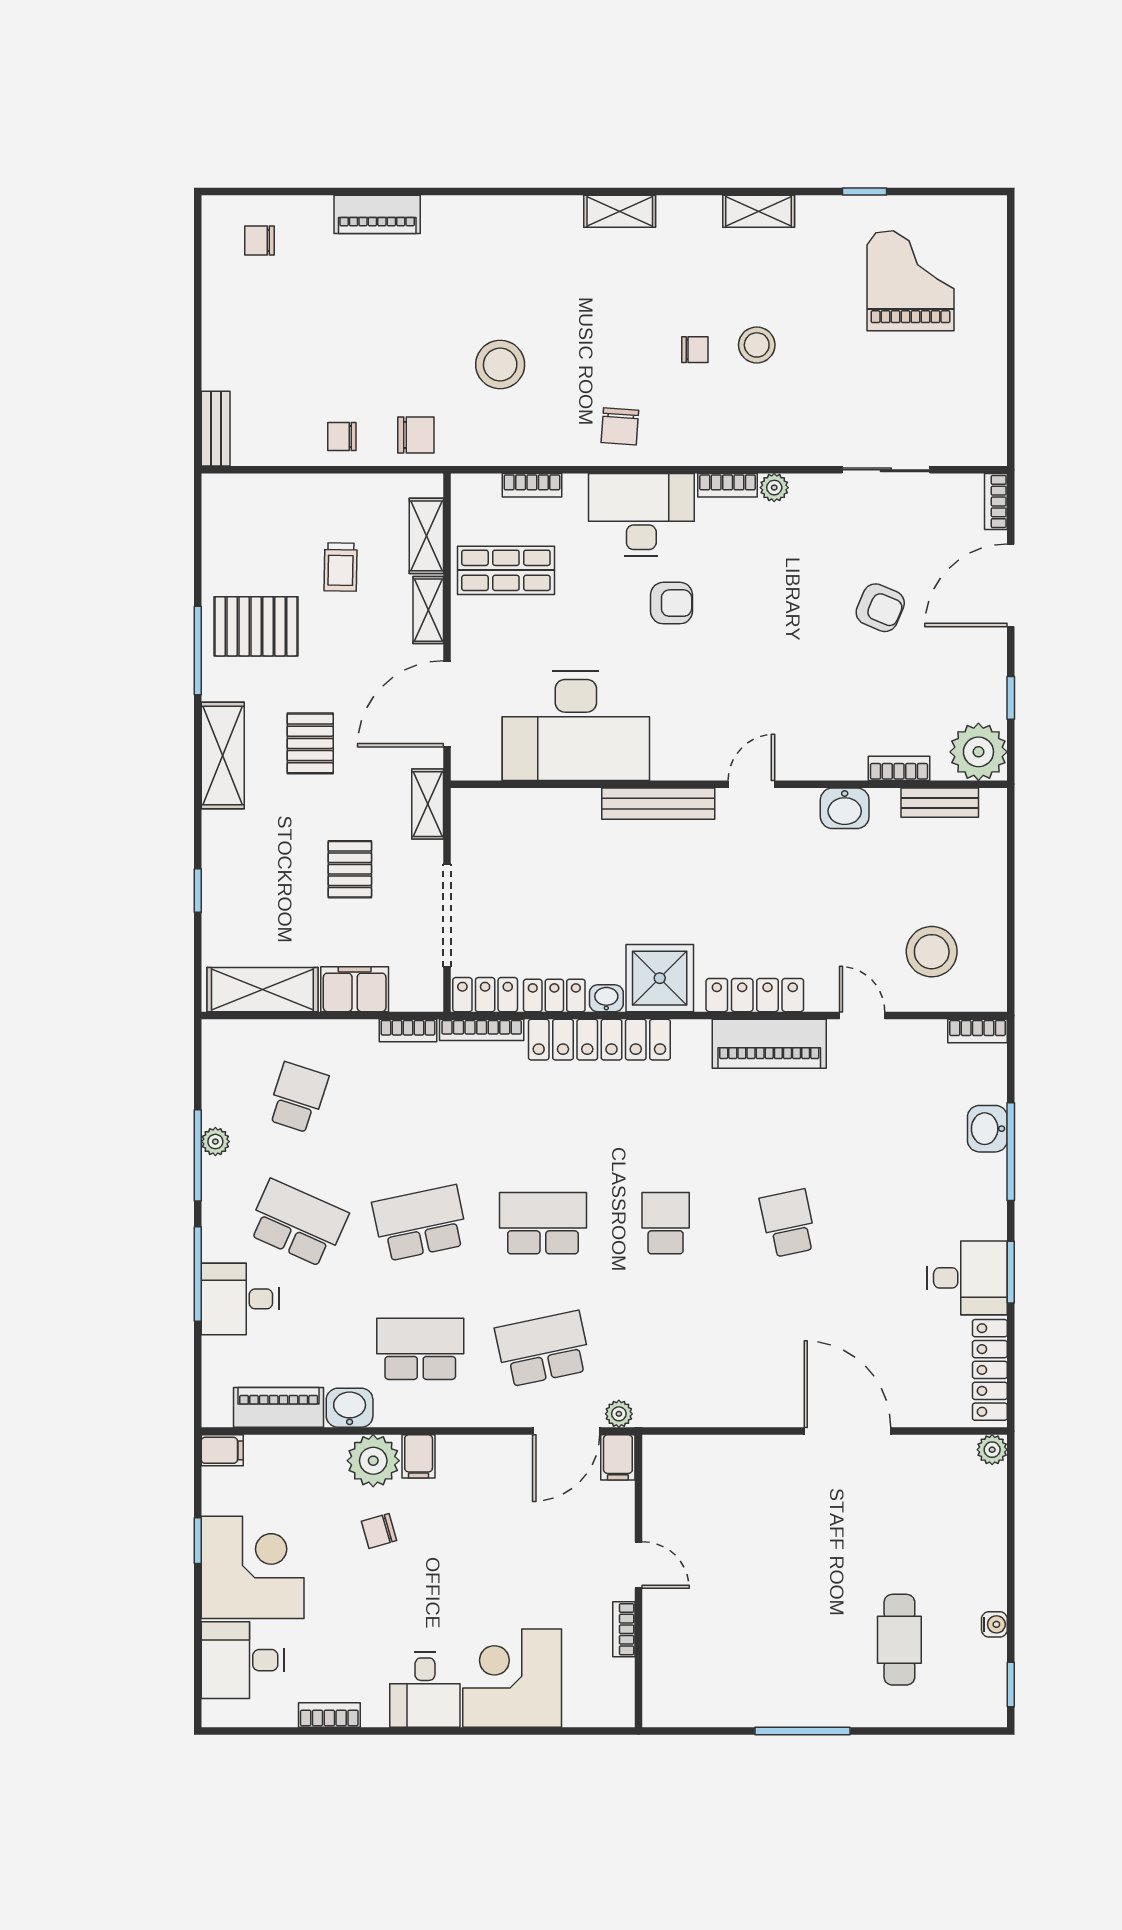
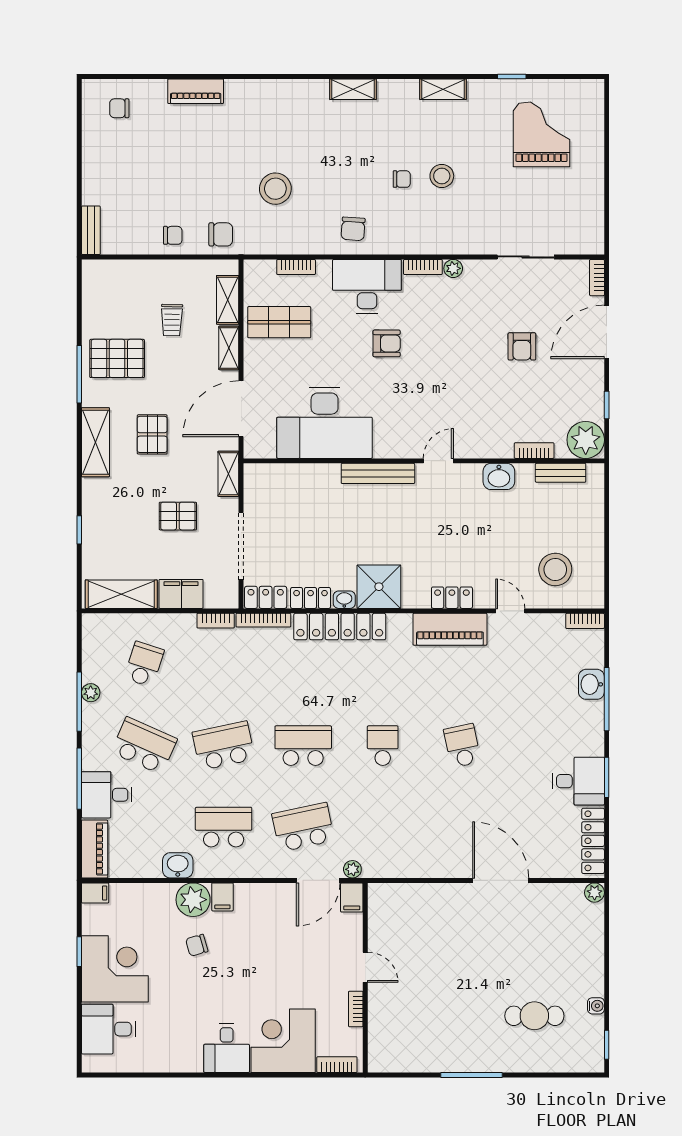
chair: (342, 437) -> (173, 235), turned 180
armchair: (880, 608) -> (522, 346), turned 67
pallet: (350, 869) -> (178, 516), turned 90
locker: (755, 995) -> (452, 598), width x0.66
piano: (279, 1407) -> (95, 849), moved, turned 90
cafe table: (899, 1640) -> (534, 1016), turned 90
bookcase: (329, 1715) -> (337, 1065), moved

